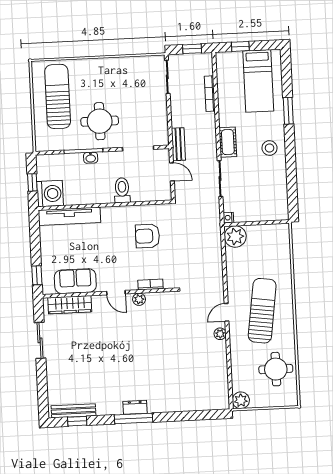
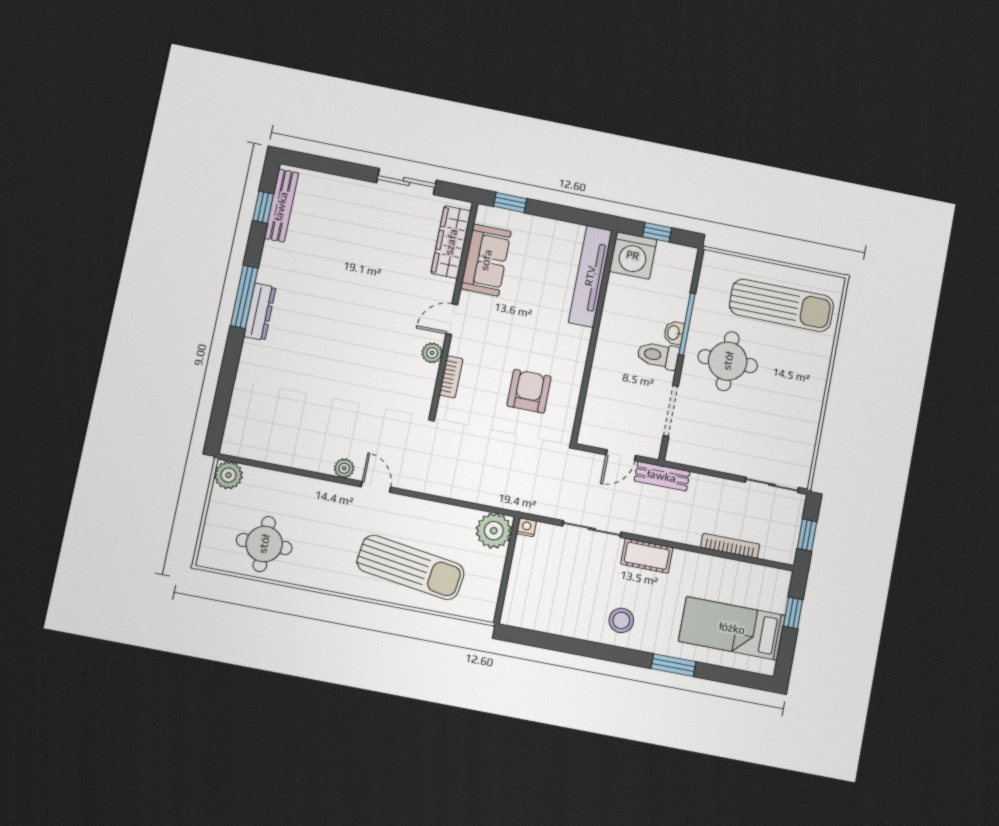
toilet: (122, 190) -> (658, 355), moved, turned 180
sun lounger: (262, 311) -> (411, 567), moved
dresser: (135, 407) -> (260, 312), width x1.44

